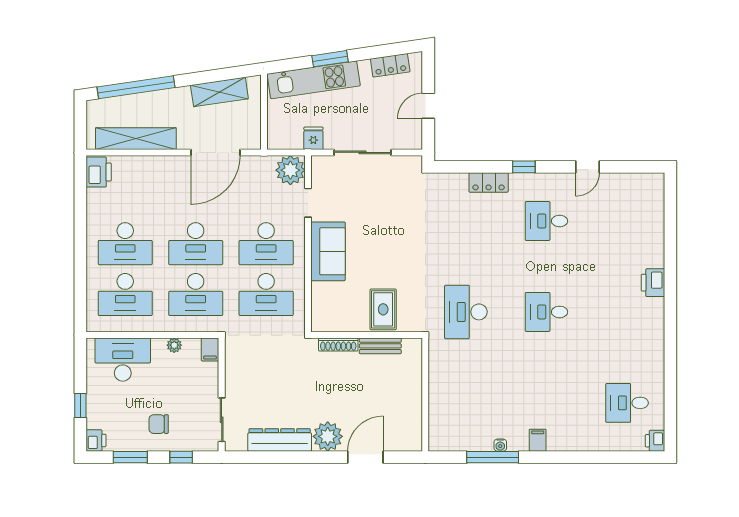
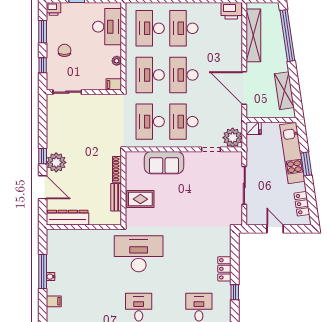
fridge: (313, 138) -> (254, 128), moved
sofa: (328, 251) -> (164, 163), moved
desk: (466, 312) -> (139, 254), width x1.36, depth x1.30
dresser: (280, 440) -> (68, 218), moved, turned -90
window: (318, 457) -> (43, 156), added

